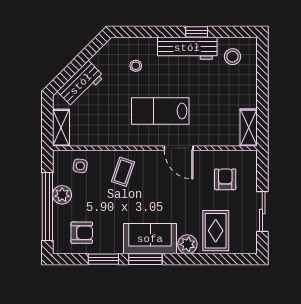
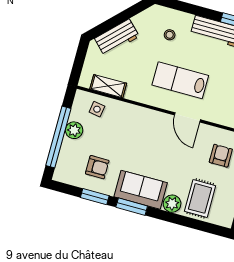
shelving: (61, 128) -> (108, 86), moved, turned 90
coffee table: (123, 172) -> (133, 125), removed
armchair: (82, 233) -> (97, 167), moved

